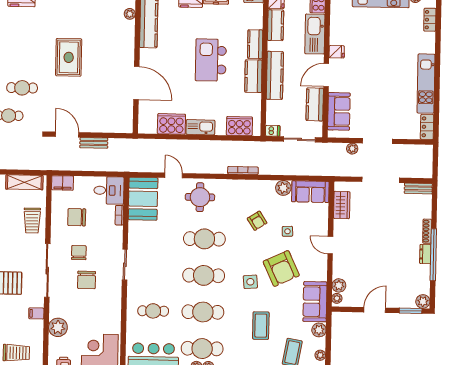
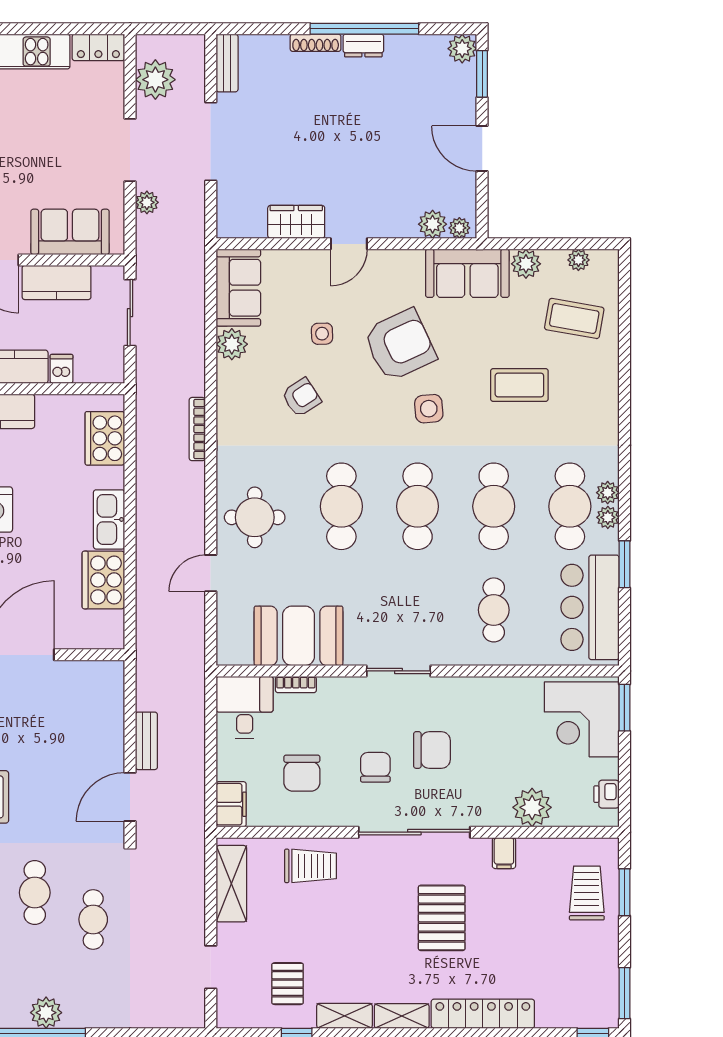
dishwasher: (273, 131) -> (62, 369), moved
plant: (411, 154) -> (155, 80), added
booth: (143, 199) -> (298, 636), moved
wardrobe: (342, 205) -> (296, 222), moved
chair: (79, 253) -> (375, 767), turned 90

